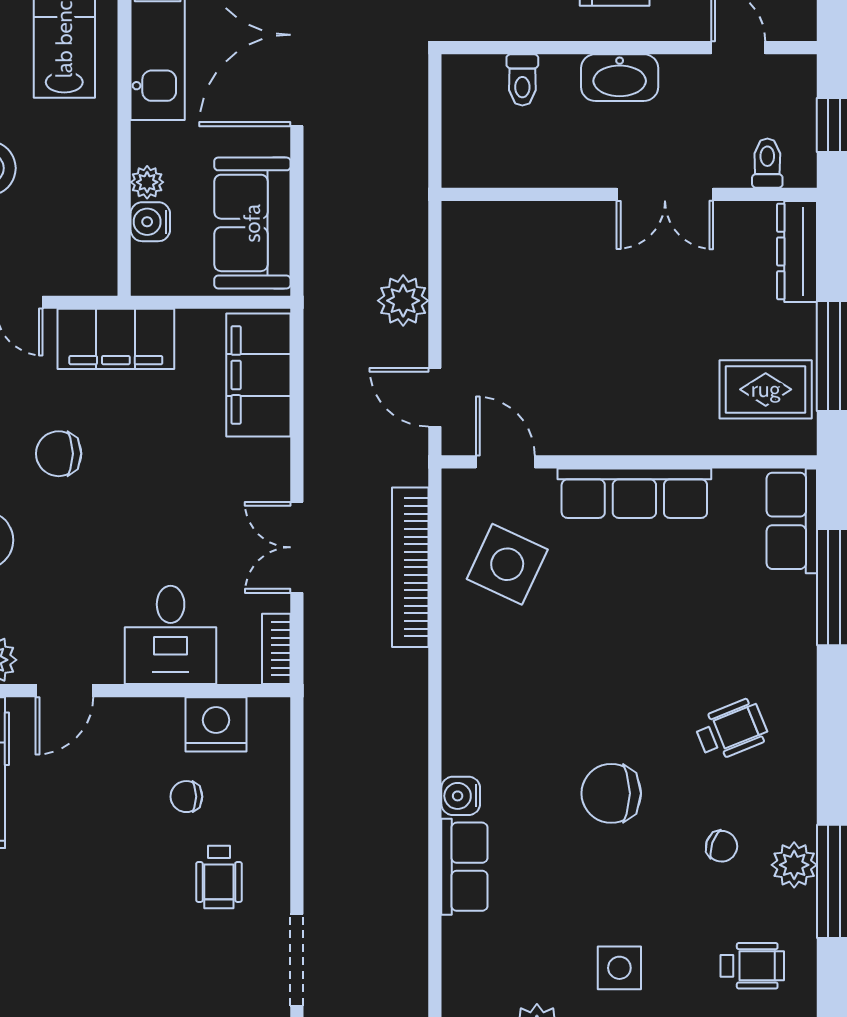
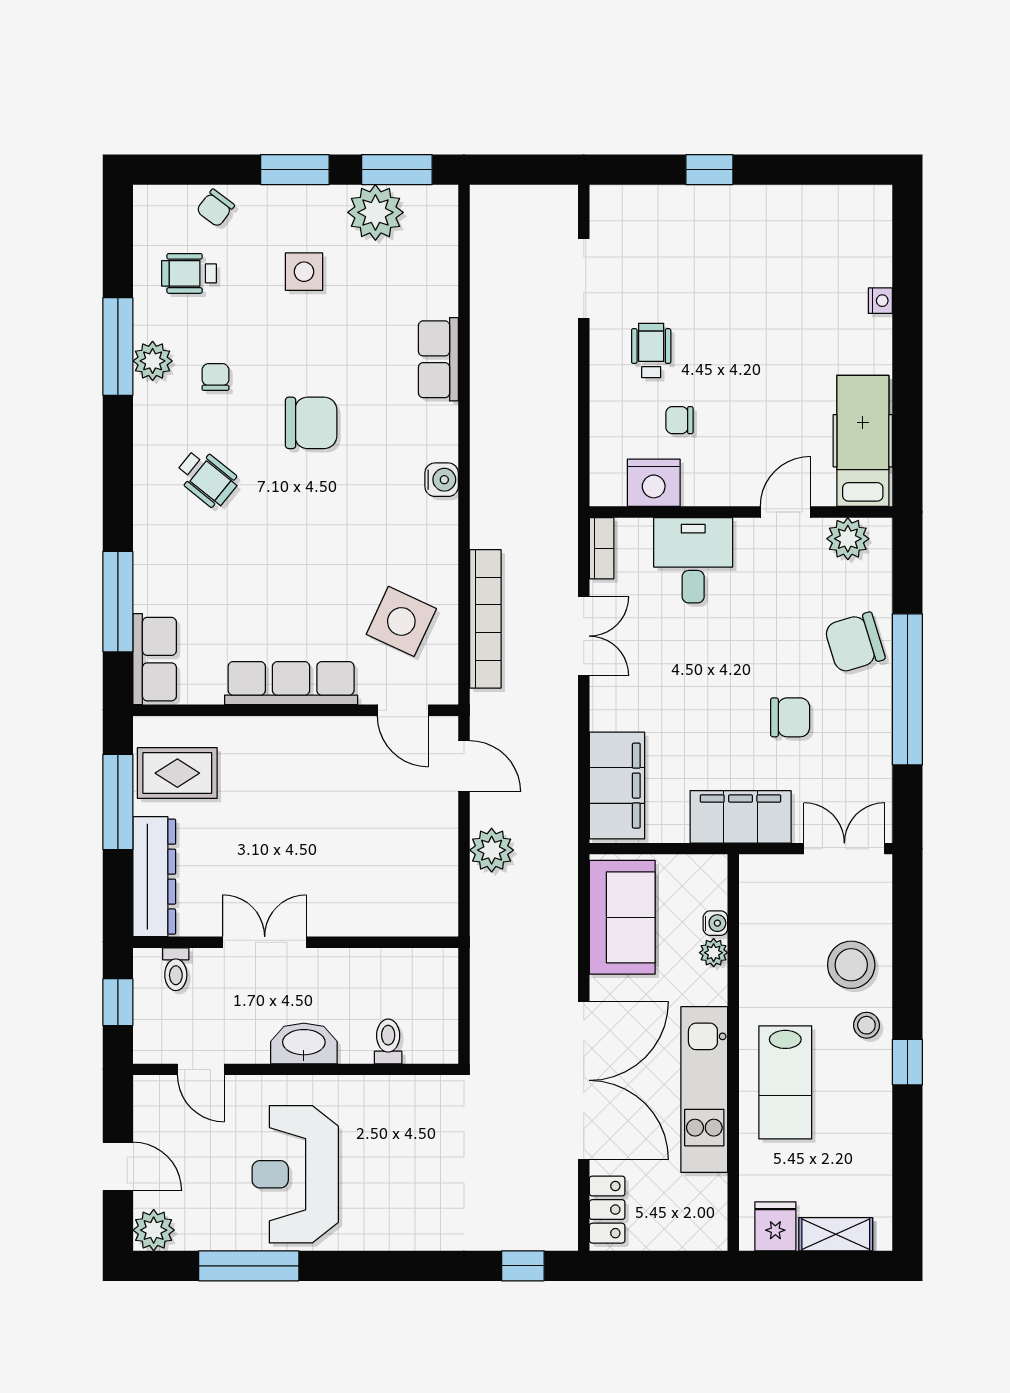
water cooler: (150, 222) -> (715, 923), width x0.72, depth x0.72
dresser: (797, 251) -> (154, 877), width x1.37, depth x1.24
wheelchair: (731, 730) -> (207, 478), turned -119
water cooler: (461, 796) -> (442, 480), moved
chair: (186, 797) -> (679, 420), turned 180
chair: (722, 846) -> (215, 377), turned 71

